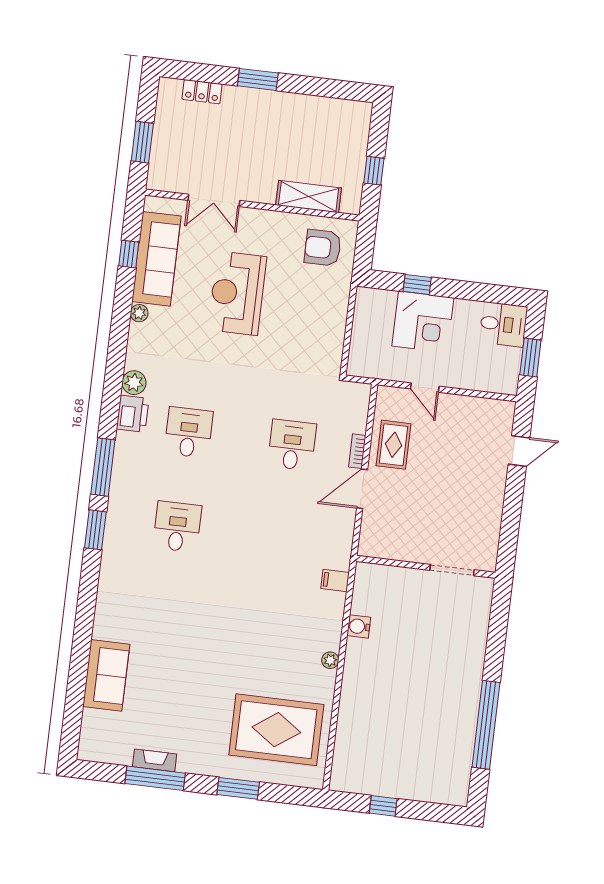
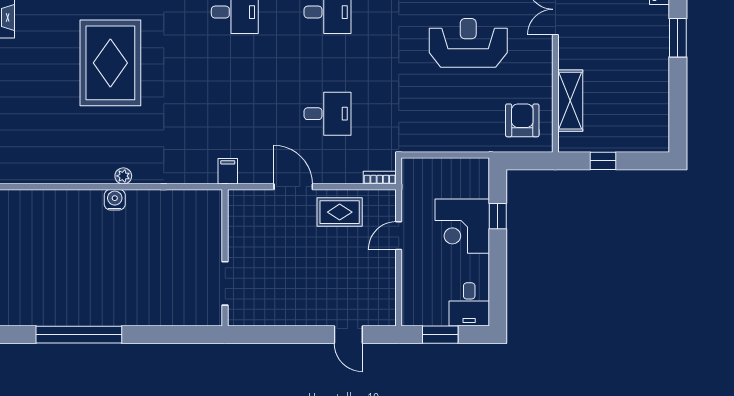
bookcase: (357, 451) -> (380, 178), moved
filing cabinet: (335, 581) -> (228, 171), moved
water cooler: (359, 626) -> (115, 200), moved
rug: (276, 730) -> (110, 63), moved

